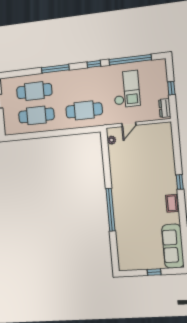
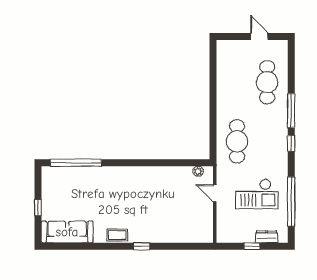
window: (94, 64) -> (291, 143), moved
dresser: (165, 108) -> (267, 237), moved
cafe table: (36, 115) -> (237, 82), removed
window: (111, 210) -> (76, 163), moved

